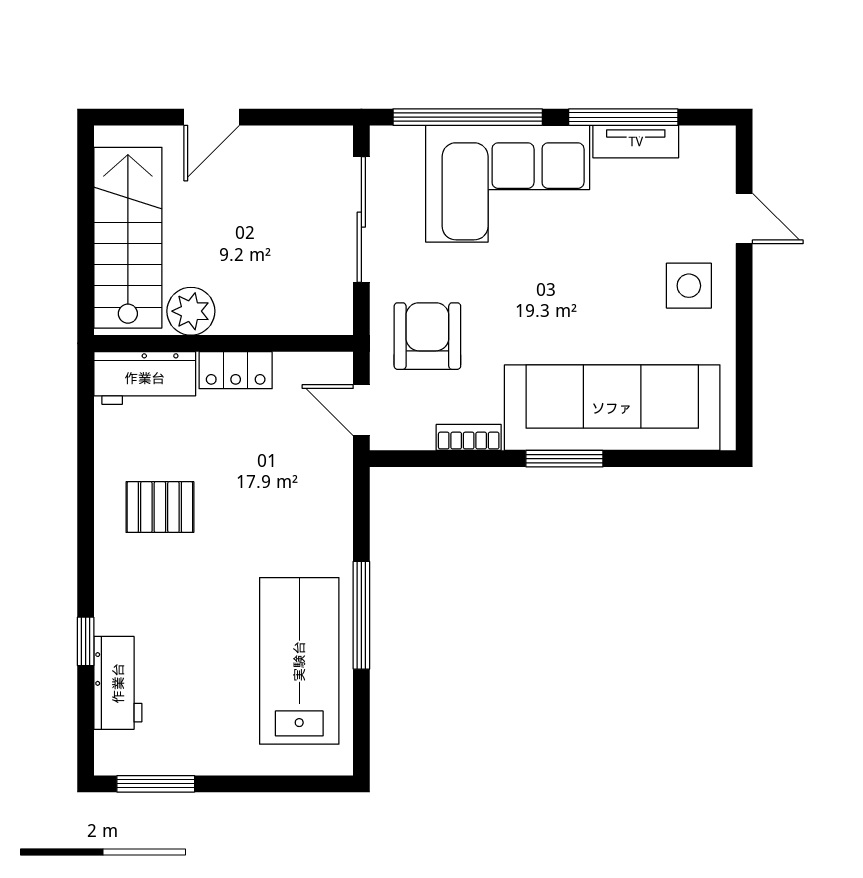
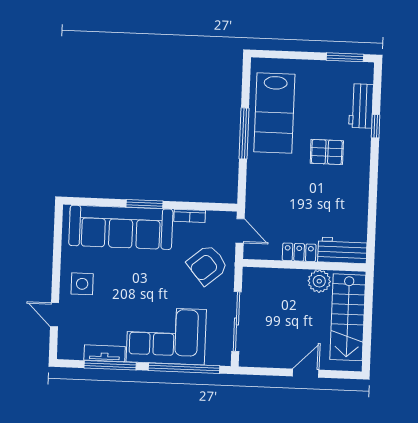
armchair: (427, 336) -> (207, 265), turned 50
pallet: (160, 507) -> (327, 152), moved

